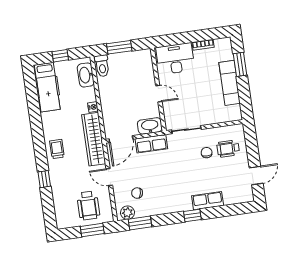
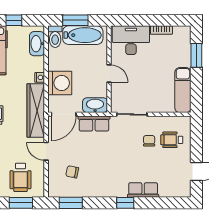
bathtub: (128, 60) -> (83, 35), added
exam couch: (230, 83) -> (183, 90), moved
washing machine: (113, 110) -> (60, 83), added
plant: (127, 213) -> (59, 190), removed

